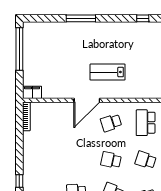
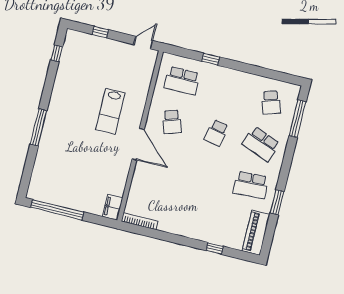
school desk: (146, 160) -> (227, 92), removed

